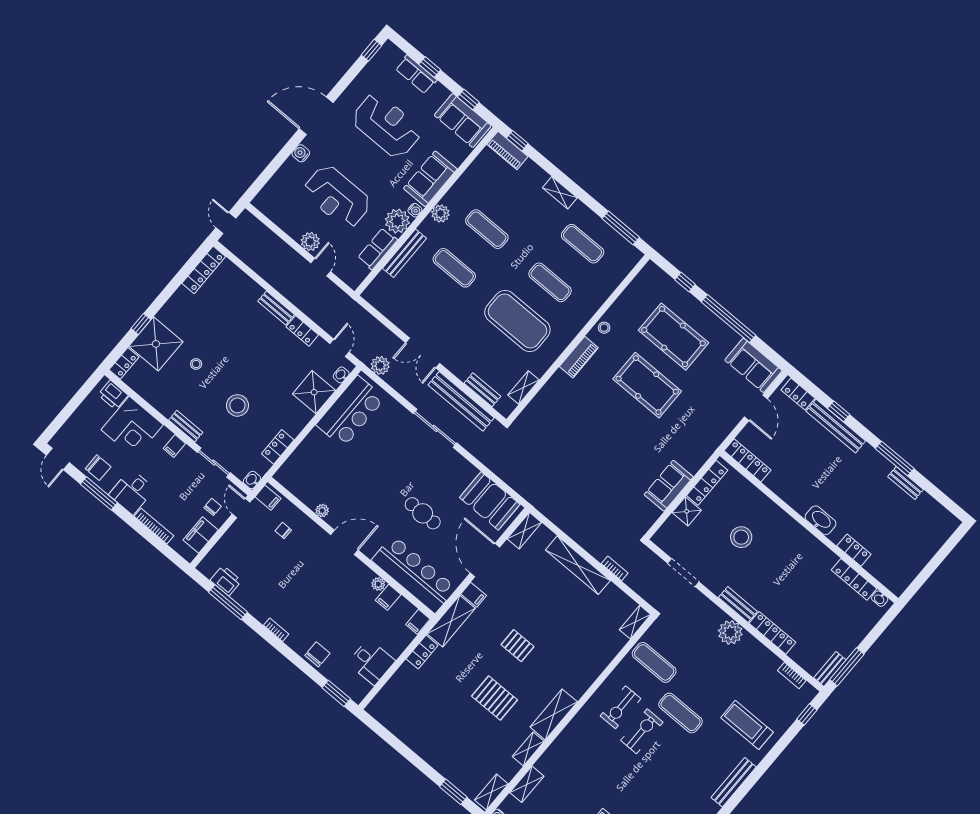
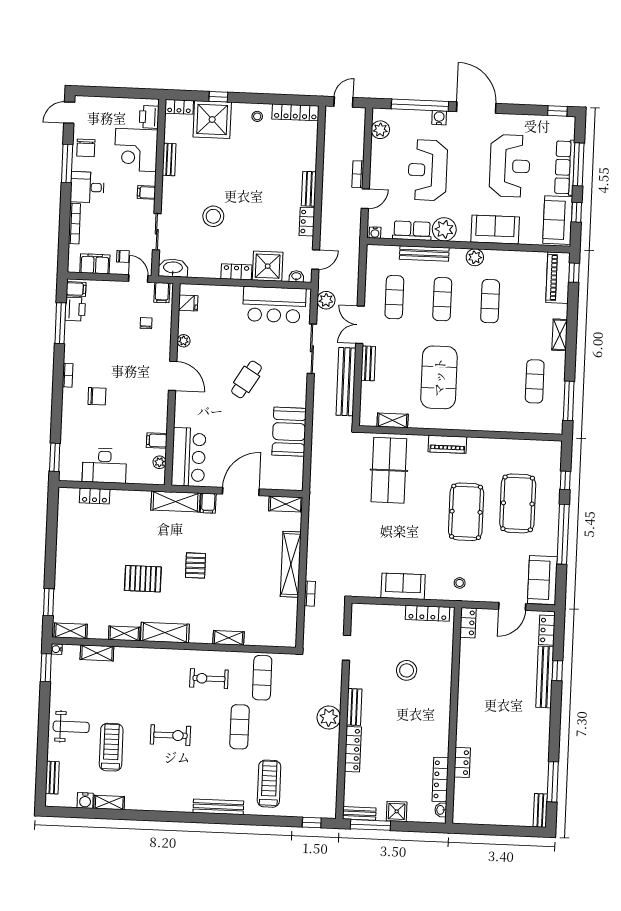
window: (430, 67) -> (579, 164), width x2.17
row of seats: (416, 74) -> (565, 167), width x1.48
piano: (507, 150) -> (558, 278), width x1.37, depth x1.33
window: (278, 161) -> (420, 105), added
water cooler: (415, 210) -> (375, 233), moved
plant: (310, 242) -> (380, 130), moved
exercise mat: (550, 282) -> (394, 297), moved
stool: (604, 328) -> (460, 583), moved
stool: (196, 364) -> (257, 116), moved
bench: (482, 390) -> (368, 363), moved
table tennis table: (563, 423) -> (389, 470), added
bench: (186, 426) -> (169, 159), moved
sliding door: (435, 428) -> (312, 349), moved
locker: (278, 447) -> (236, 272), moved
window: (895, 459) -> (553, 782), moved
locker: (747, 460) -> (468, 623), width x0.66
washbasin: (252, 480) -> (173, 268), width x1.91, depth x1.45
fridge: (294, 482) -> (188, 303), added
bench: (906, 483) -> (540, 810), moved
booth: (490, 501) -> (289, 432), moved
door: (241, 508) -> (138, 279), hinge flipped
shower: (687, 511) -> (397, 811), moved
cafe table: (423, 513) -> (247, 379), moved, turned 31
washbasin: (821, 520) -> (465, 720), removed
doorway: (683, 573) -> (346, 648), width x0.73
bar counter: (414, 574) -> (189, 457), width x0.73
plant: (378, 584) -> (159, 462), moved
filing cabinet: (418, 622) -> (76, 289), moved, turned 180
shelving: (635, 622) -> (228, 638), moved
locker: (422, 652) -> (95, 496), moved
chair: (317, 654) -> (97, 396), moved
desk: (371, 662) -> (104, 466), width x1.37
bookcase: (792, 675) -> (358, 174), moved
pallet: (495, 698) -> (143, 579), turned 90
exercise bike: (642, 731) -> (170, 735), moved

